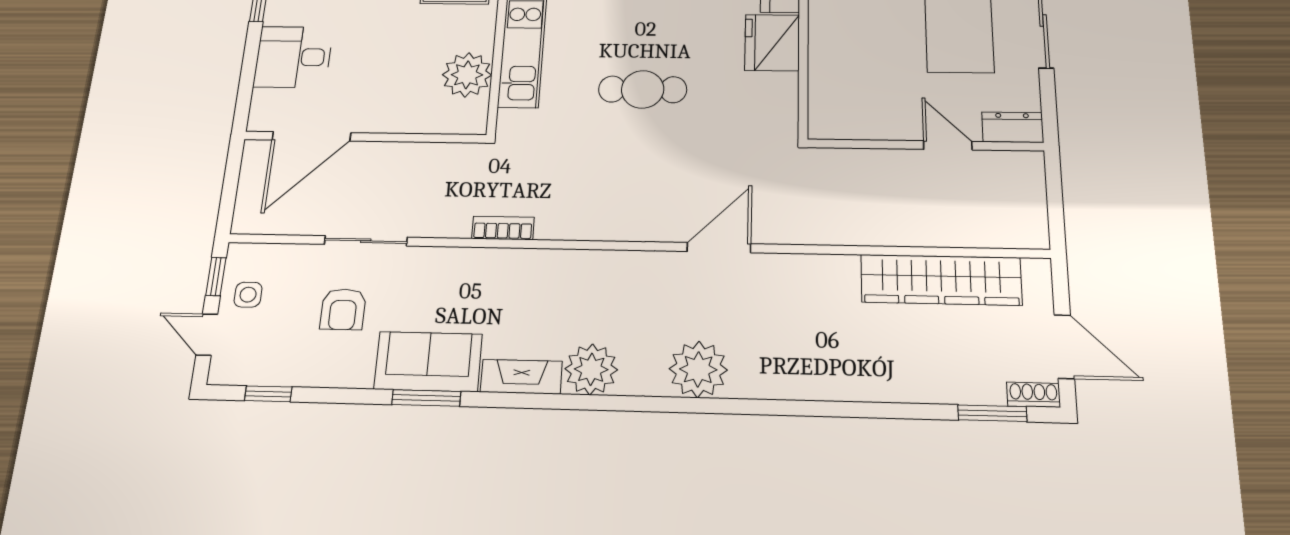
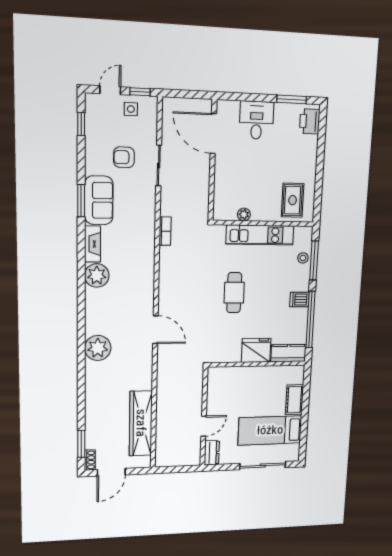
plant: (467, 75) -> (244, 214), width x0.53, depth x0.53
plant: (698, 369) -> (98, 348), moved

